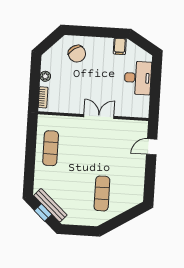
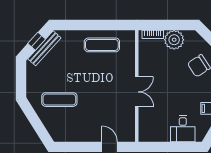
plant: (45, 76) -> (174, 40), width x1.88, depth x1.88
desk: (138, 78) -> (183, 129), width x0.73

